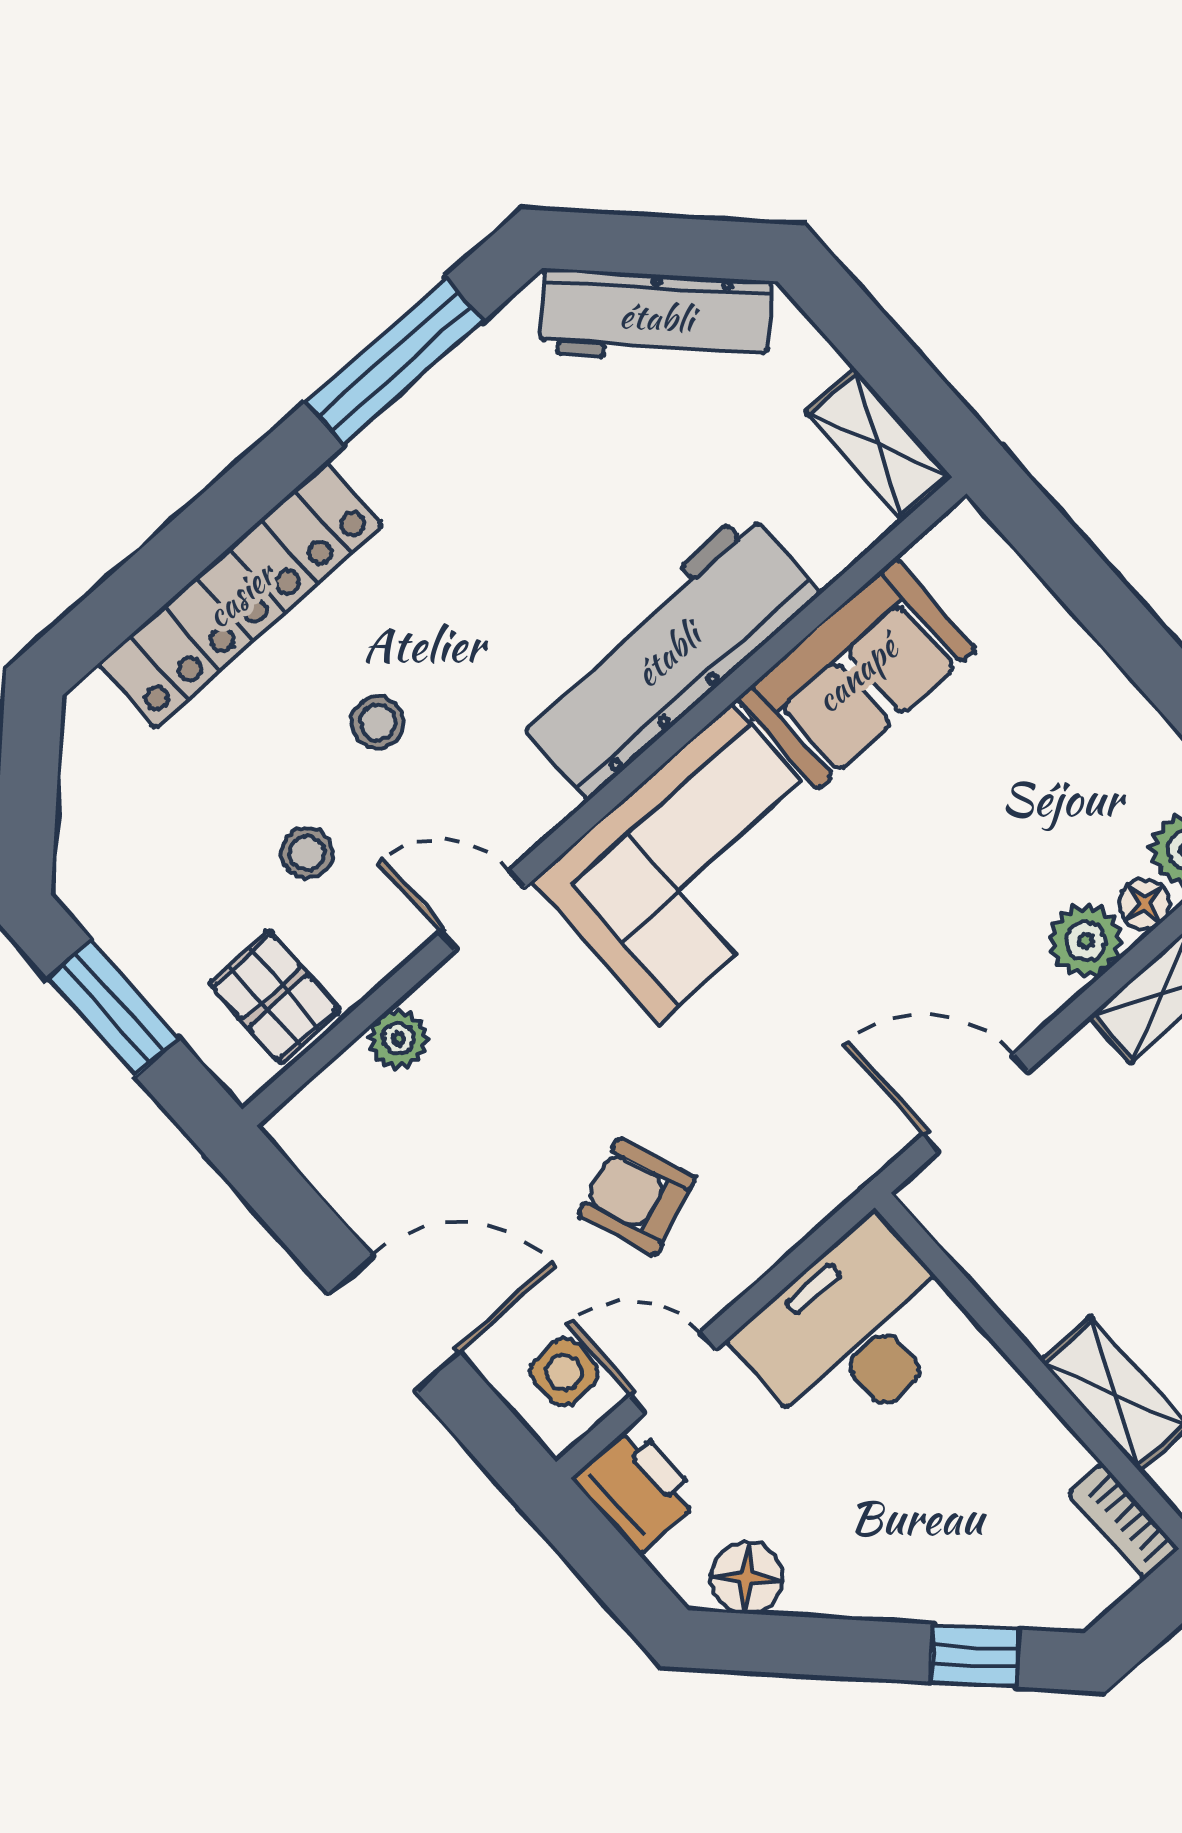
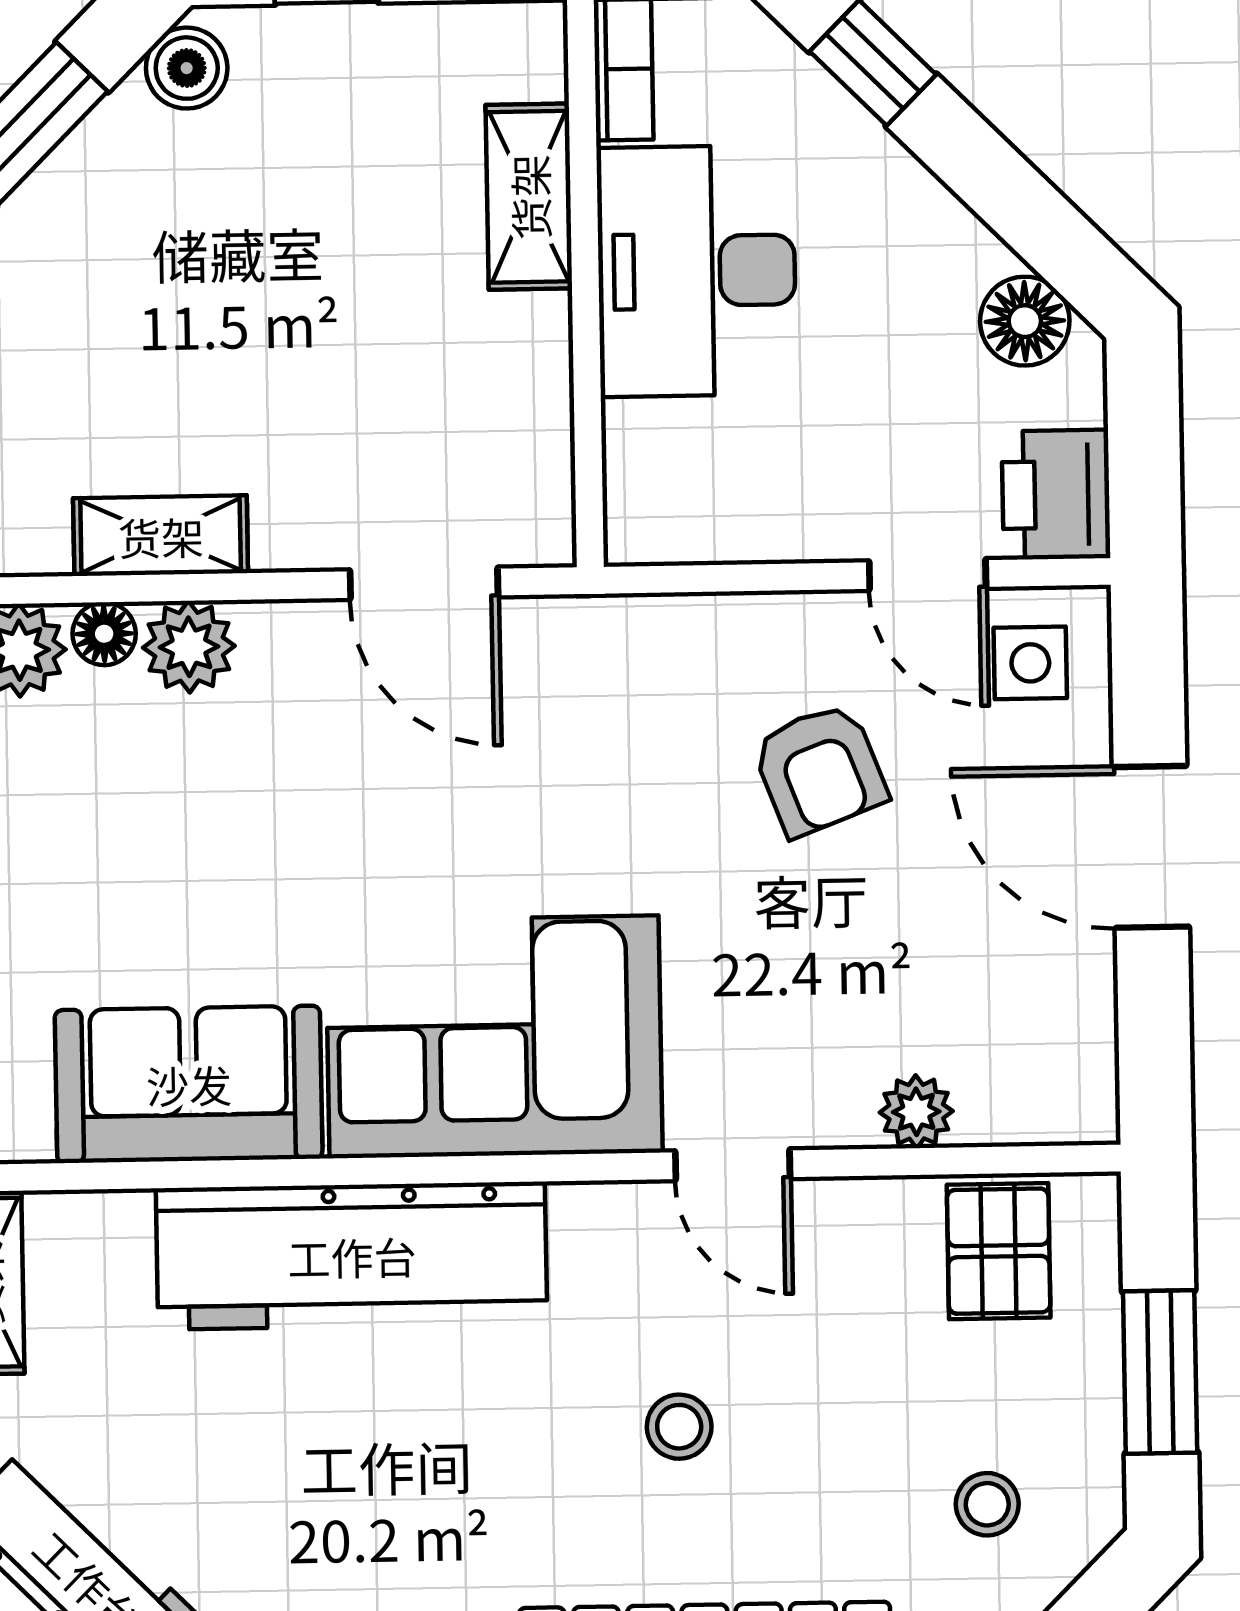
stool: (307, 853) -> (987, 1504), moved
desk: (852, 1333) -> (697, 271), moved, turned 90

